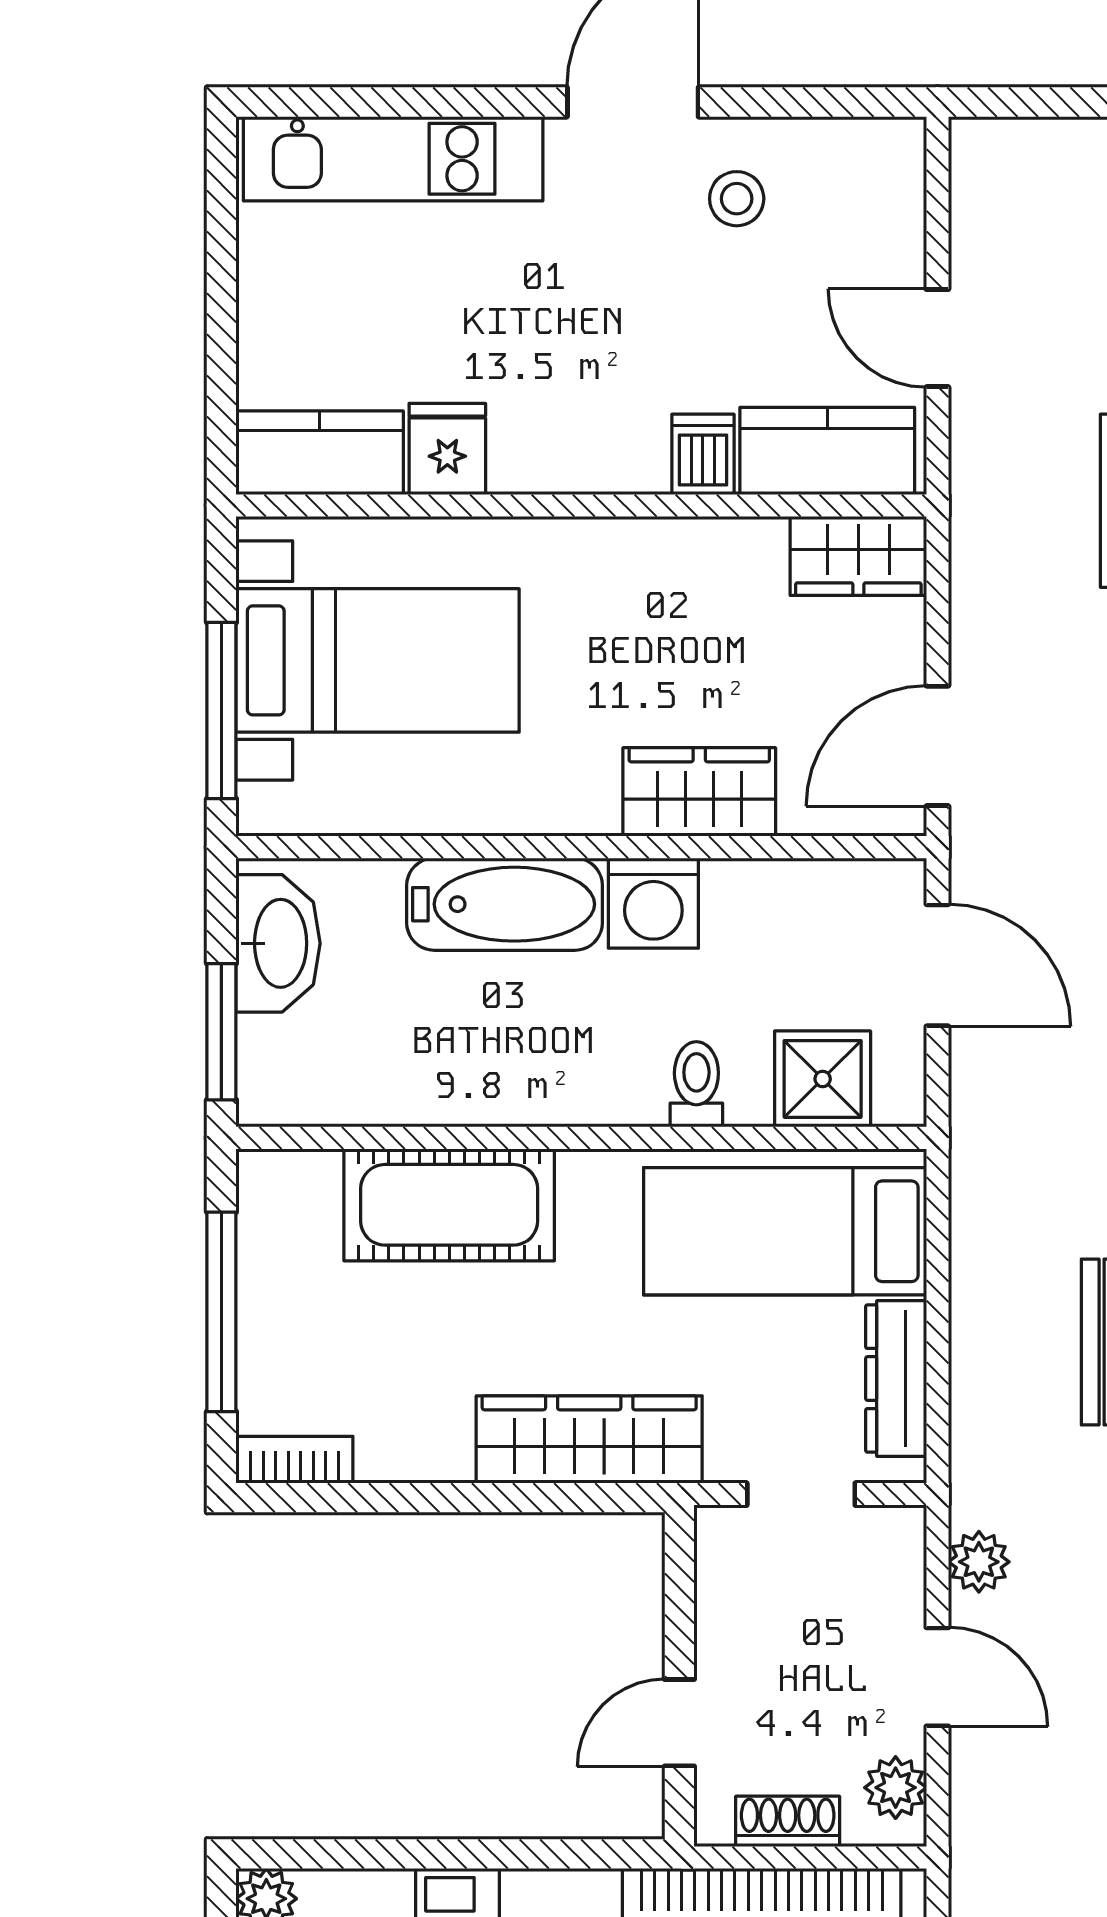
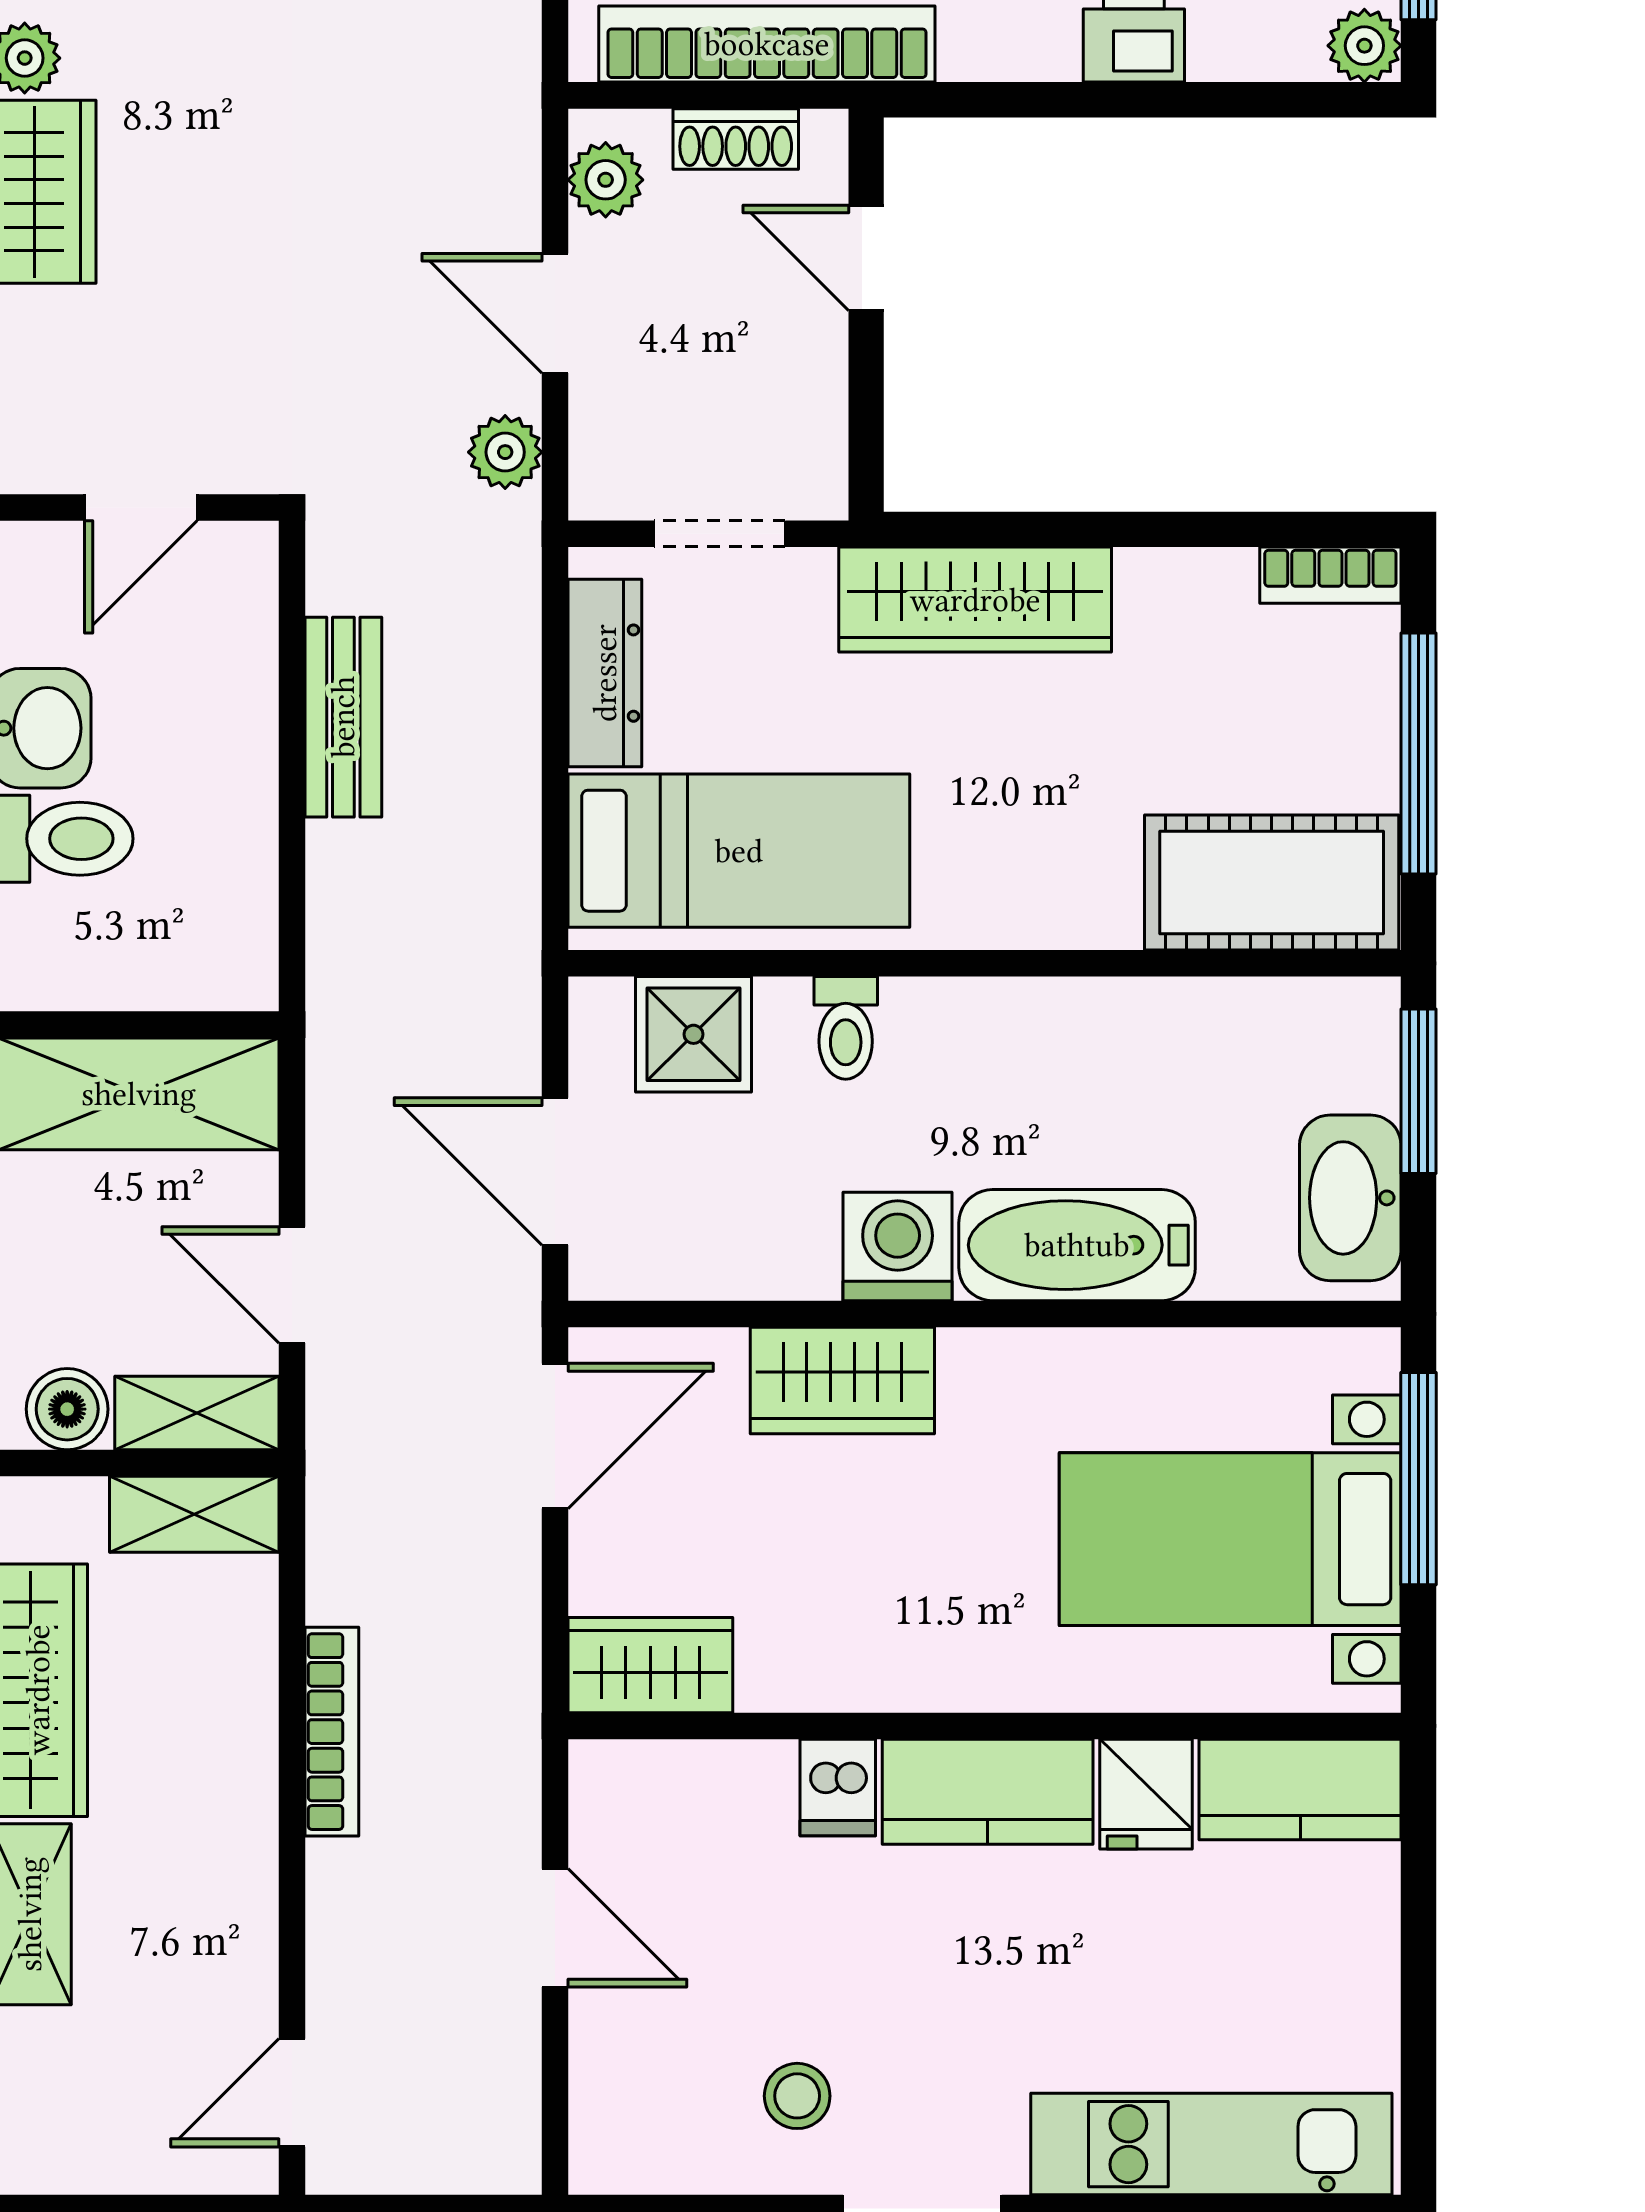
kitchen counter: (827, 451) -> (988, 1792), moved
cot: (449, 1205) -> (1272, 883), moved
door: (679, 1723) -> (866, 258), swing flipped

